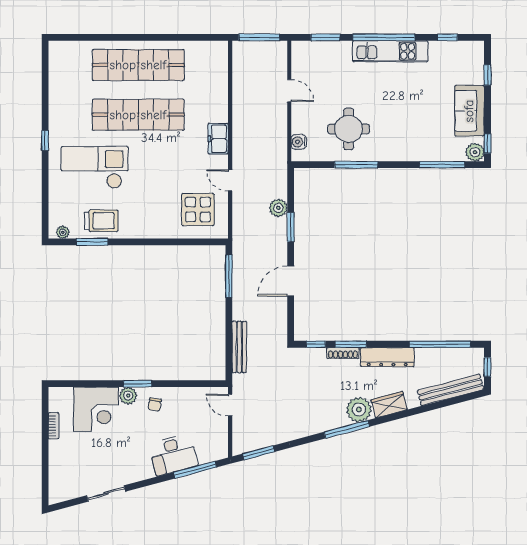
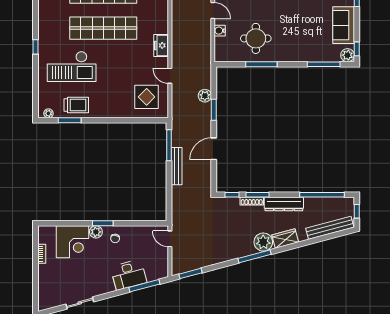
water cooler: (299, 142) -> (220, 31), moved
checkout: (95, 168) -> (72, 66), turned 180
bench: (239, 347) -> (177, 166), moved

